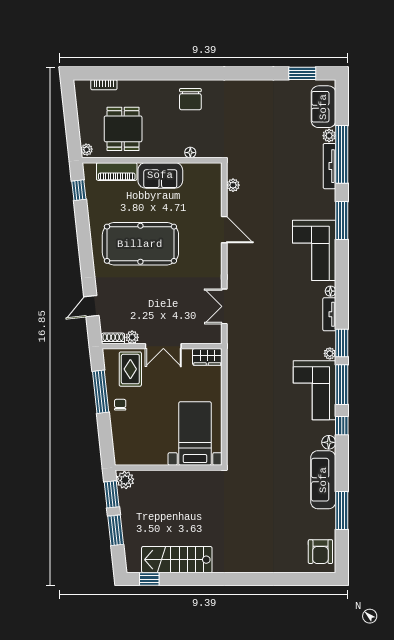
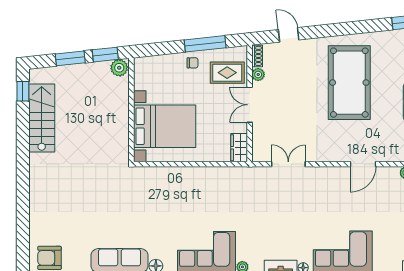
bed with nightstands: (195, 433) -> (165, 126), width x1.36

